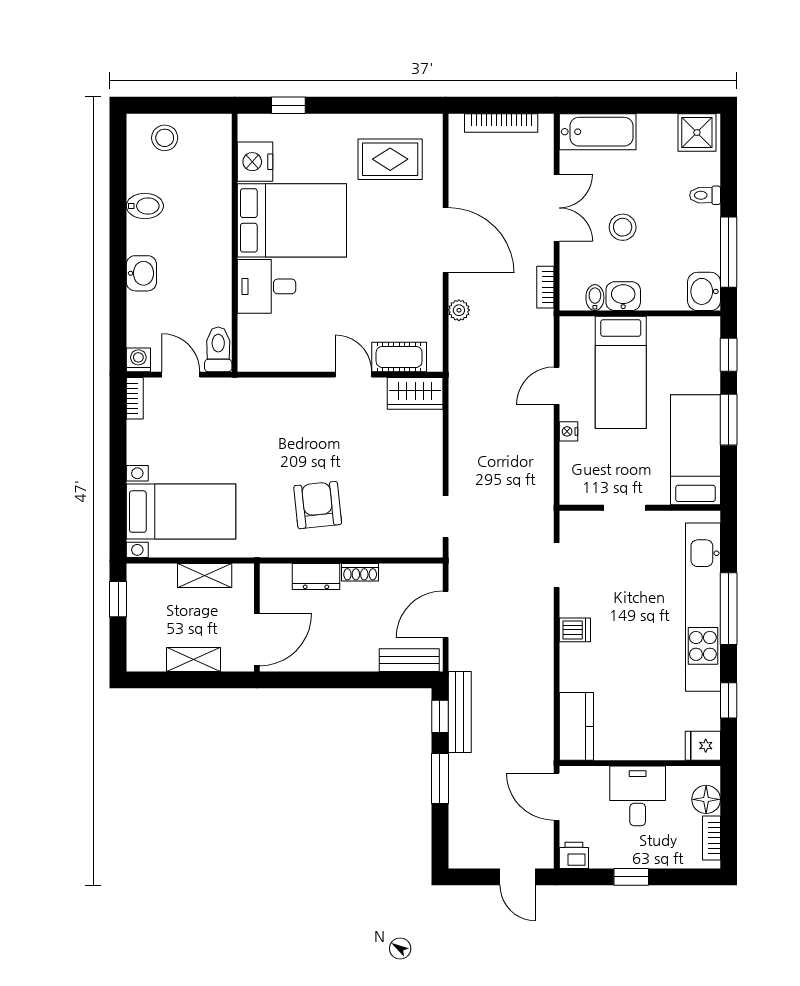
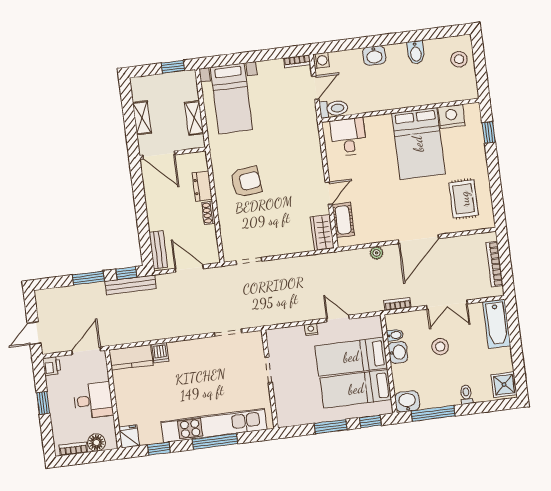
desk: (267, 286) -> (348, 137), moved
bed: (695, 450) -> (356, 389), moved, turned 180
dishwasher: (575, 630) -> (160, 353), moved

